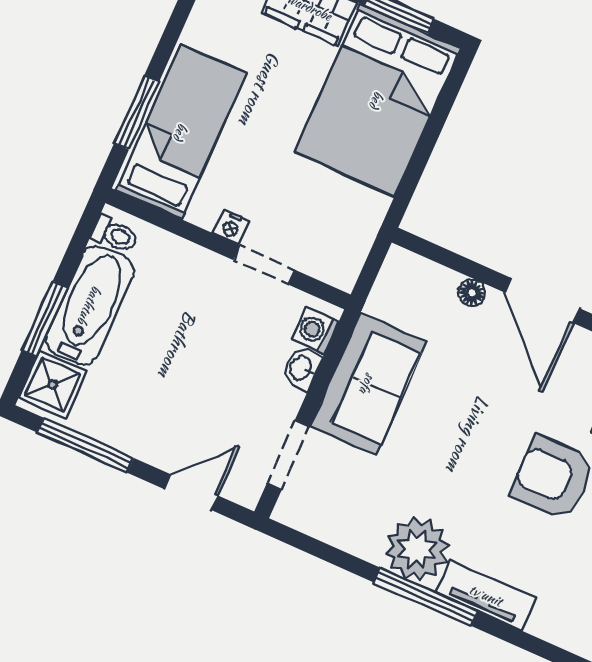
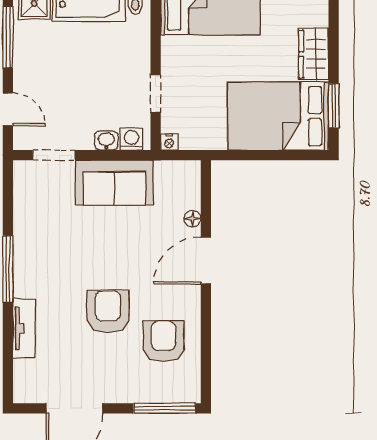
nightstand: (231, 227) -> (169, 142), moved, turned -90
plant: (417, 549) -> (33, 252), removed
tv unit: (486, 595) -> (24, 328), moved

